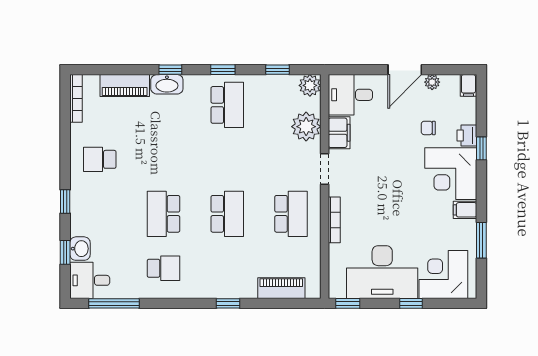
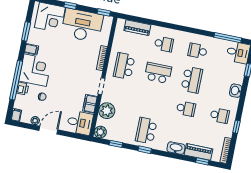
window: (170, 70) -> (202, 161), moved
window: (481, 148) -> (16, 80), width x3.17
school desk: (164, 159) -> (186, 109), added
window: (65, 202) -> (236, 127), moved
school desk: (227, 214) -> (158, 73), turned 90
washbasin: (80, 249) -> (236, 91), moved
school desk: (227, 268) -> (164, 44), added
window: (228, 303) -> (167, 25), removed

